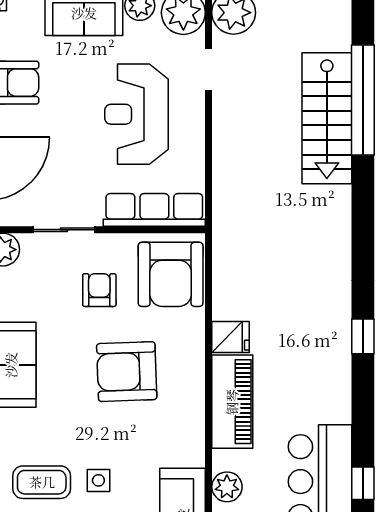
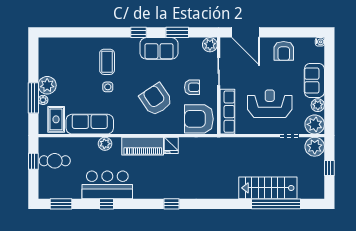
armchair: (127, 372) -> (156, 99), turned -32

